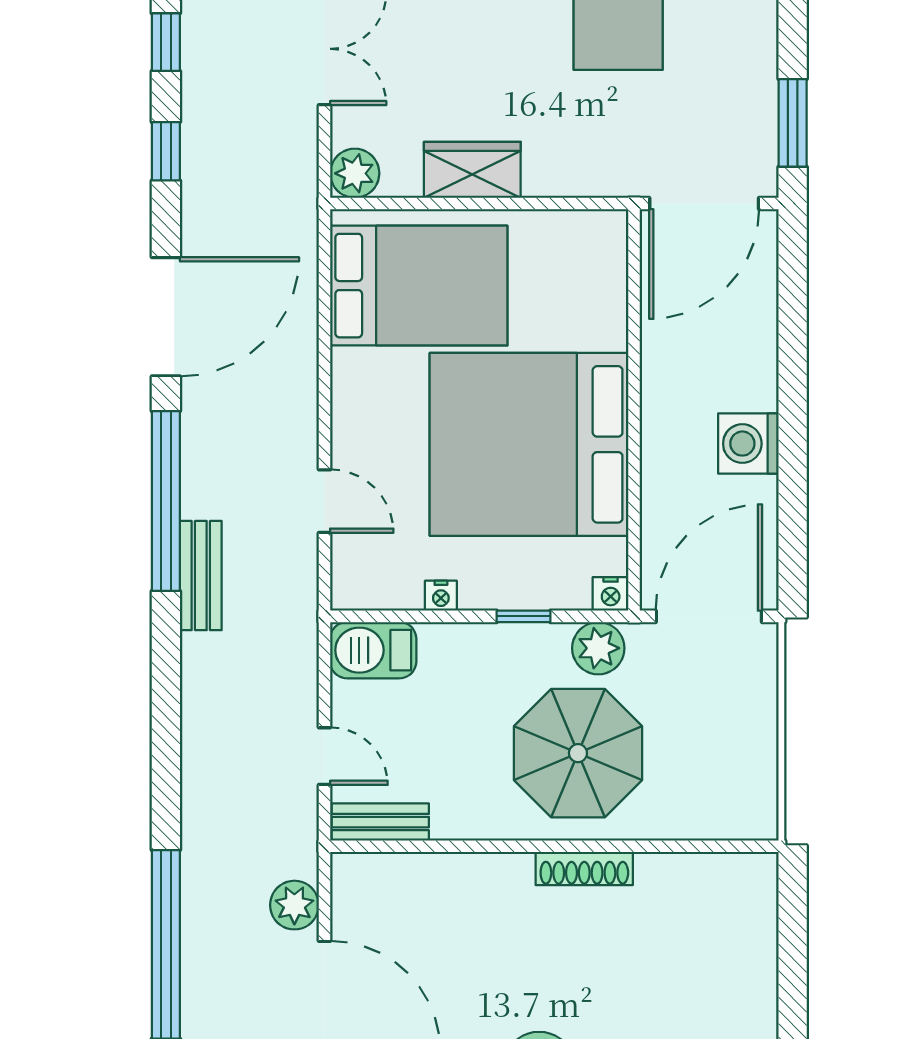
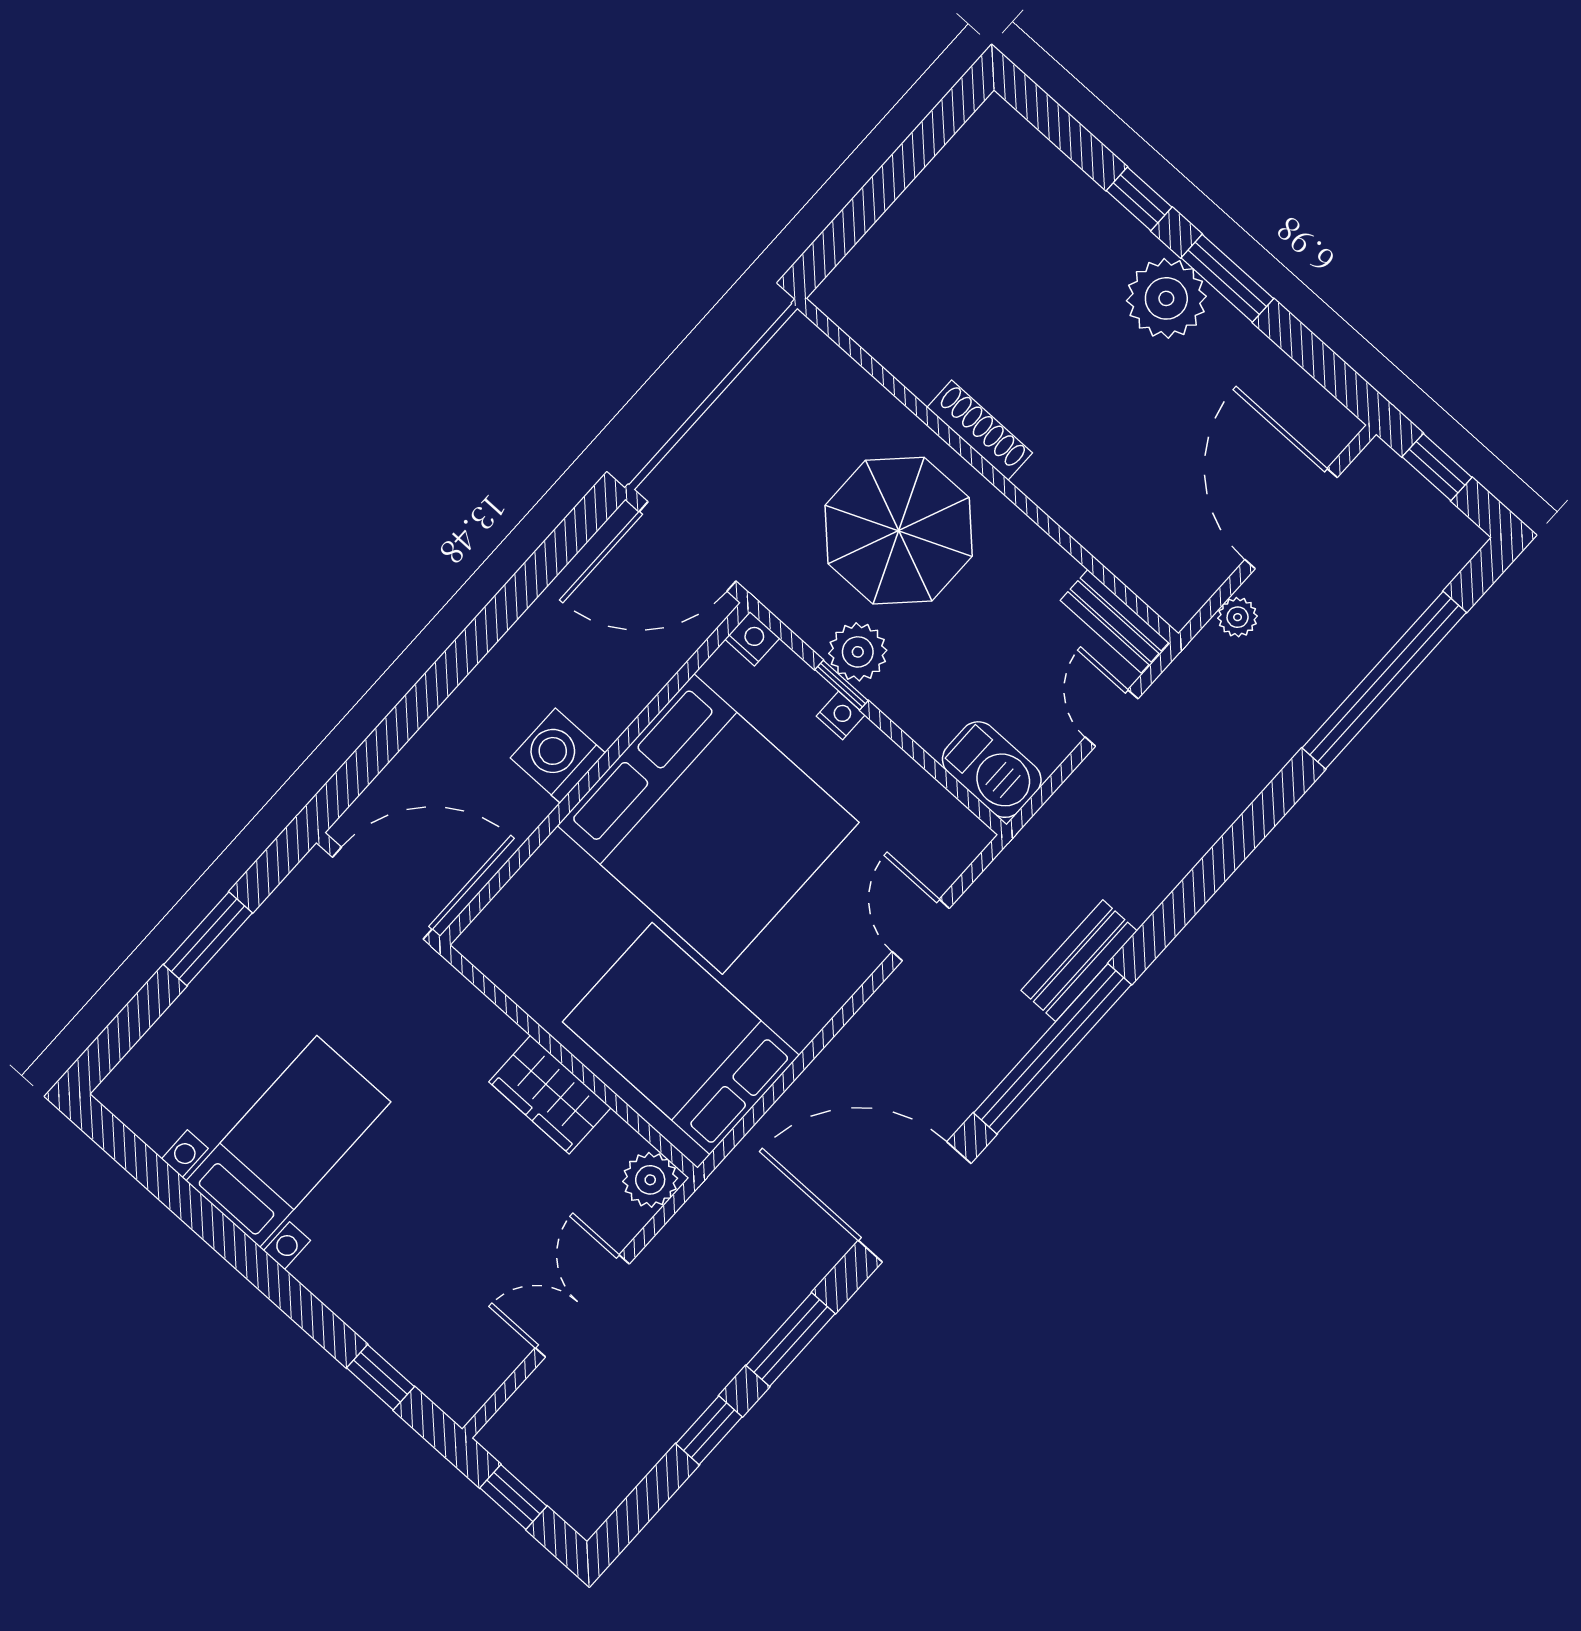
window: (793, 123) -> (208, 939), moved
window: (166, 151) -> (791, 1339), width x1.50
washing machine: (748, 444) -> (558, 755), moved, turned 180
nightstand: (441, 596) -> (841, 715), moved
plant: (598, 648) -> (858, 652), moved
plant: (294, 905) -> (1238, 617), width x0.73, depth x0.73

